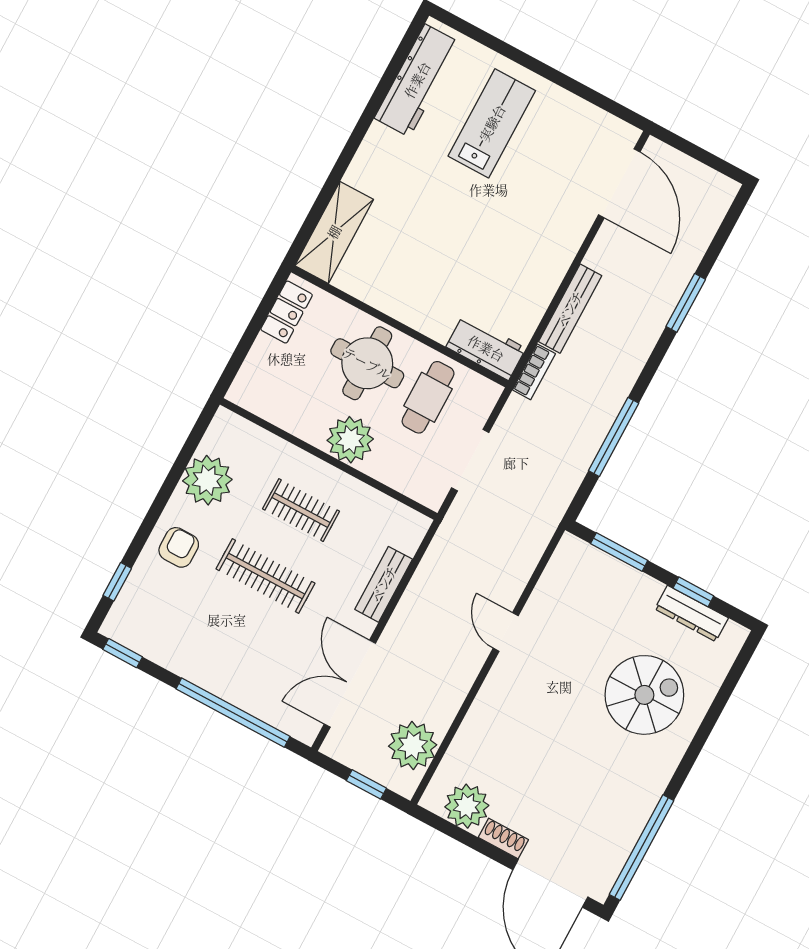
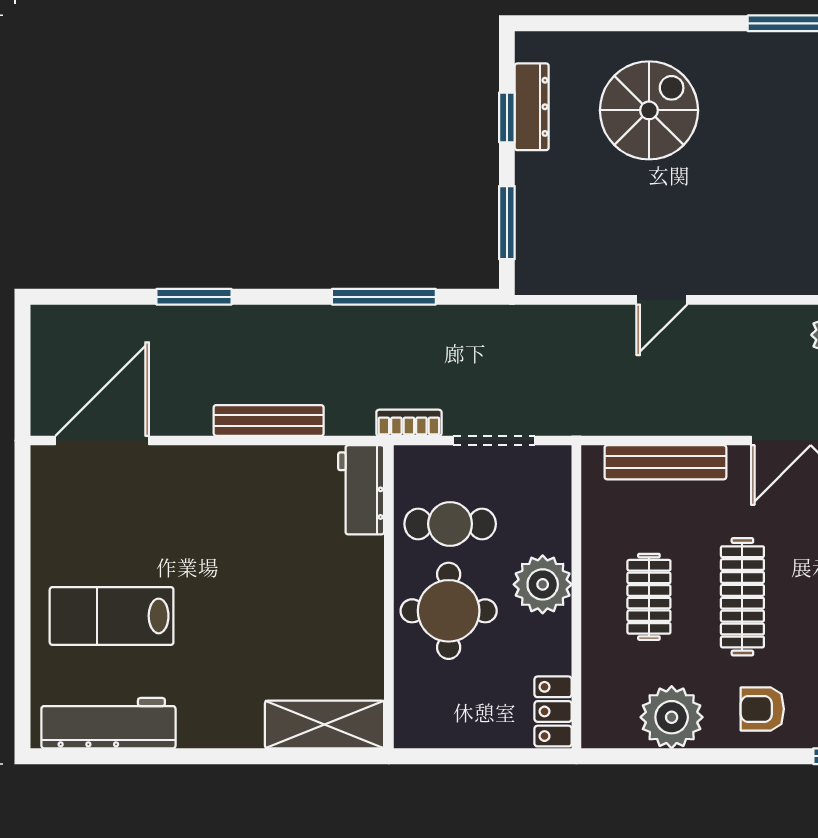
locker: (287, 312) -> (553, 711), moved, turned -90
bookcase: (534, 372) -> (409, 423), moved
bench: (384, 584) -> (665, 462), width x1.36
spiral stairs: (644, 695) -> (649, 110), turned 90

